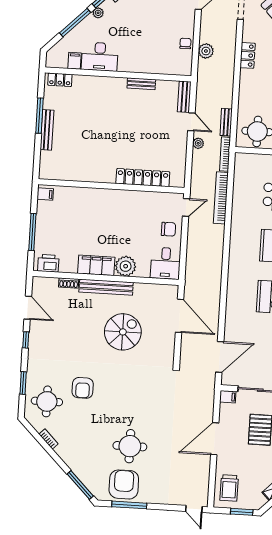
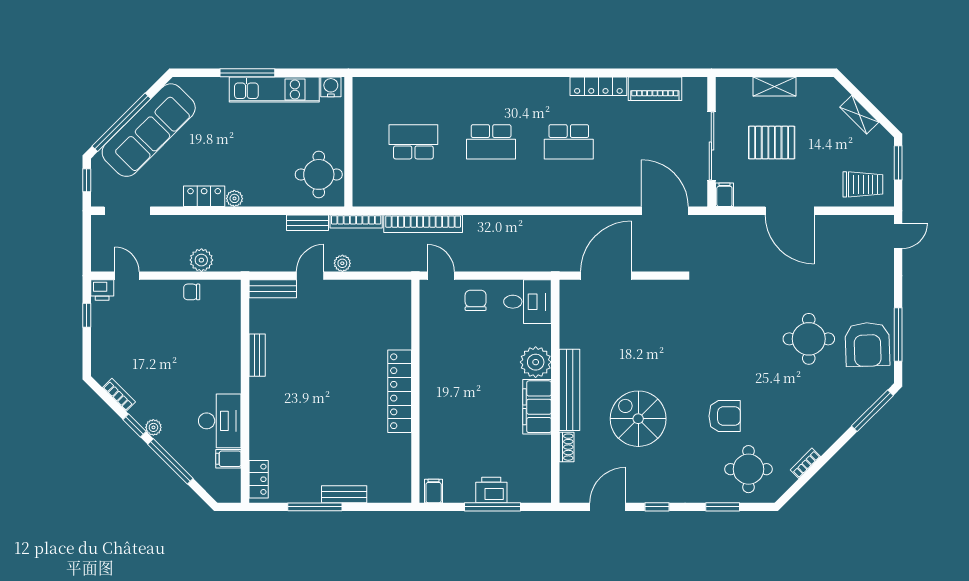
plant: (245, 75) -> (234, 198), added
bench: (47, 130) -> (344, 494), width x0.73
locker: (143, 178) -> (400, 391), moved
printer: (48, 263) -> (491, 490), moved, turned 90
spiral stairs: (123, 332) -> (638, 419), moved
armchair: (124, 484) -> (867, 344), turned -92

